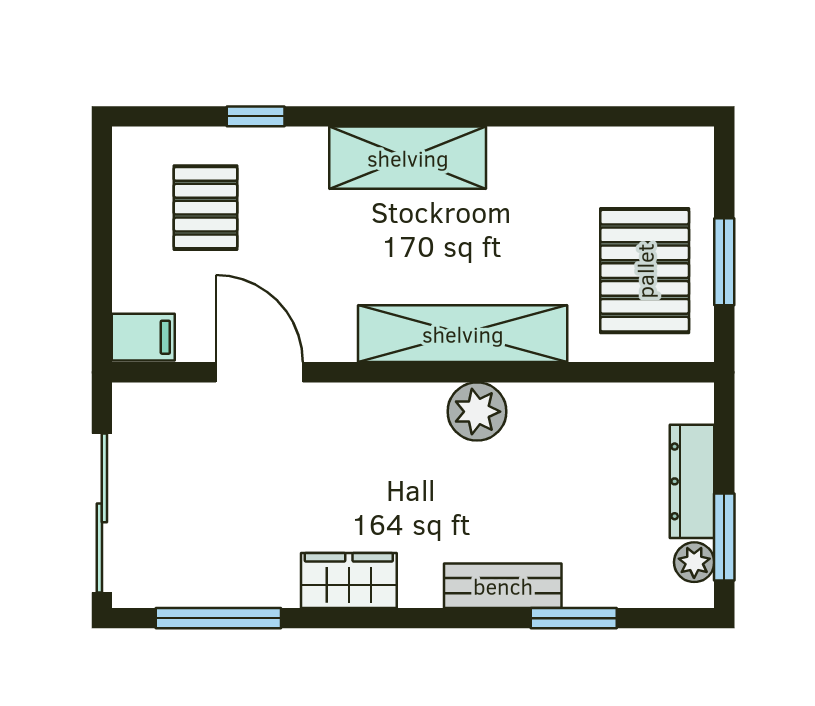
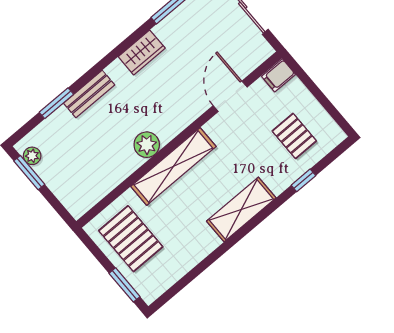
window: (724, 262) -> (124, 285), moved
door: (259, 372) -> (230, 96), swing flipped
dresser: (692, 481) -> (56, 182), removed

